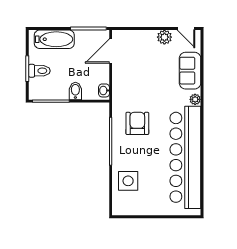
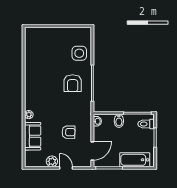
door: (186, 29) -> (66, 168), moved
toilet: (39, 71) -> (146, 124), moved
armchair: (142, 76) -> (69, 132), added
armchair: (137, 123) -> (73, 83), moved
bar counter: (185, 157) -> (36, 71), removed

